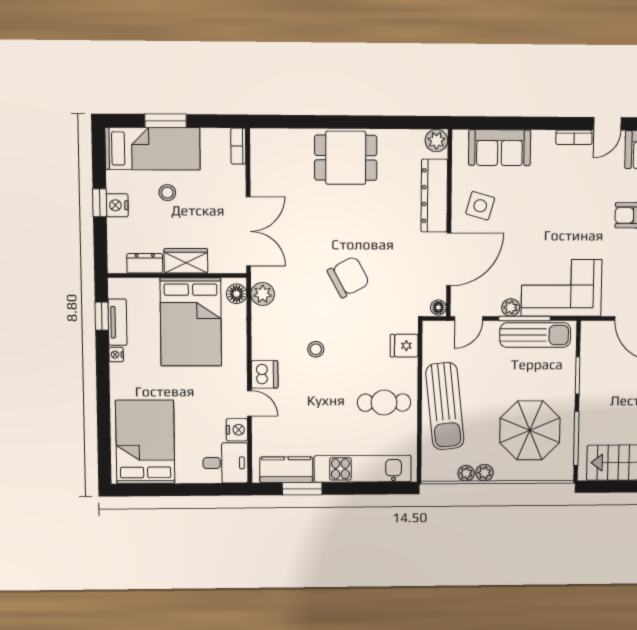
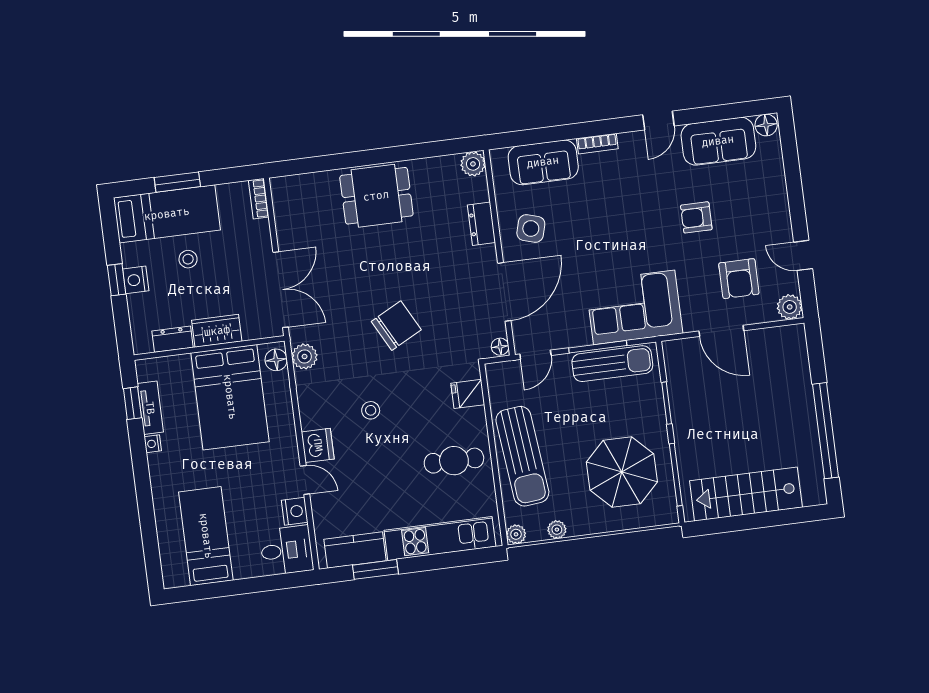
bookcase: (574, 137) -> (597, 144), moved
dresser: (434, 196) -> (481, 224), width x0.51, depth x0.80
plant: (511, 307) -> (581, 336), removed
bed: (145, 442) -> (206, 536), width x0.67
plant: (485, 473) -> (516, 534), moved

